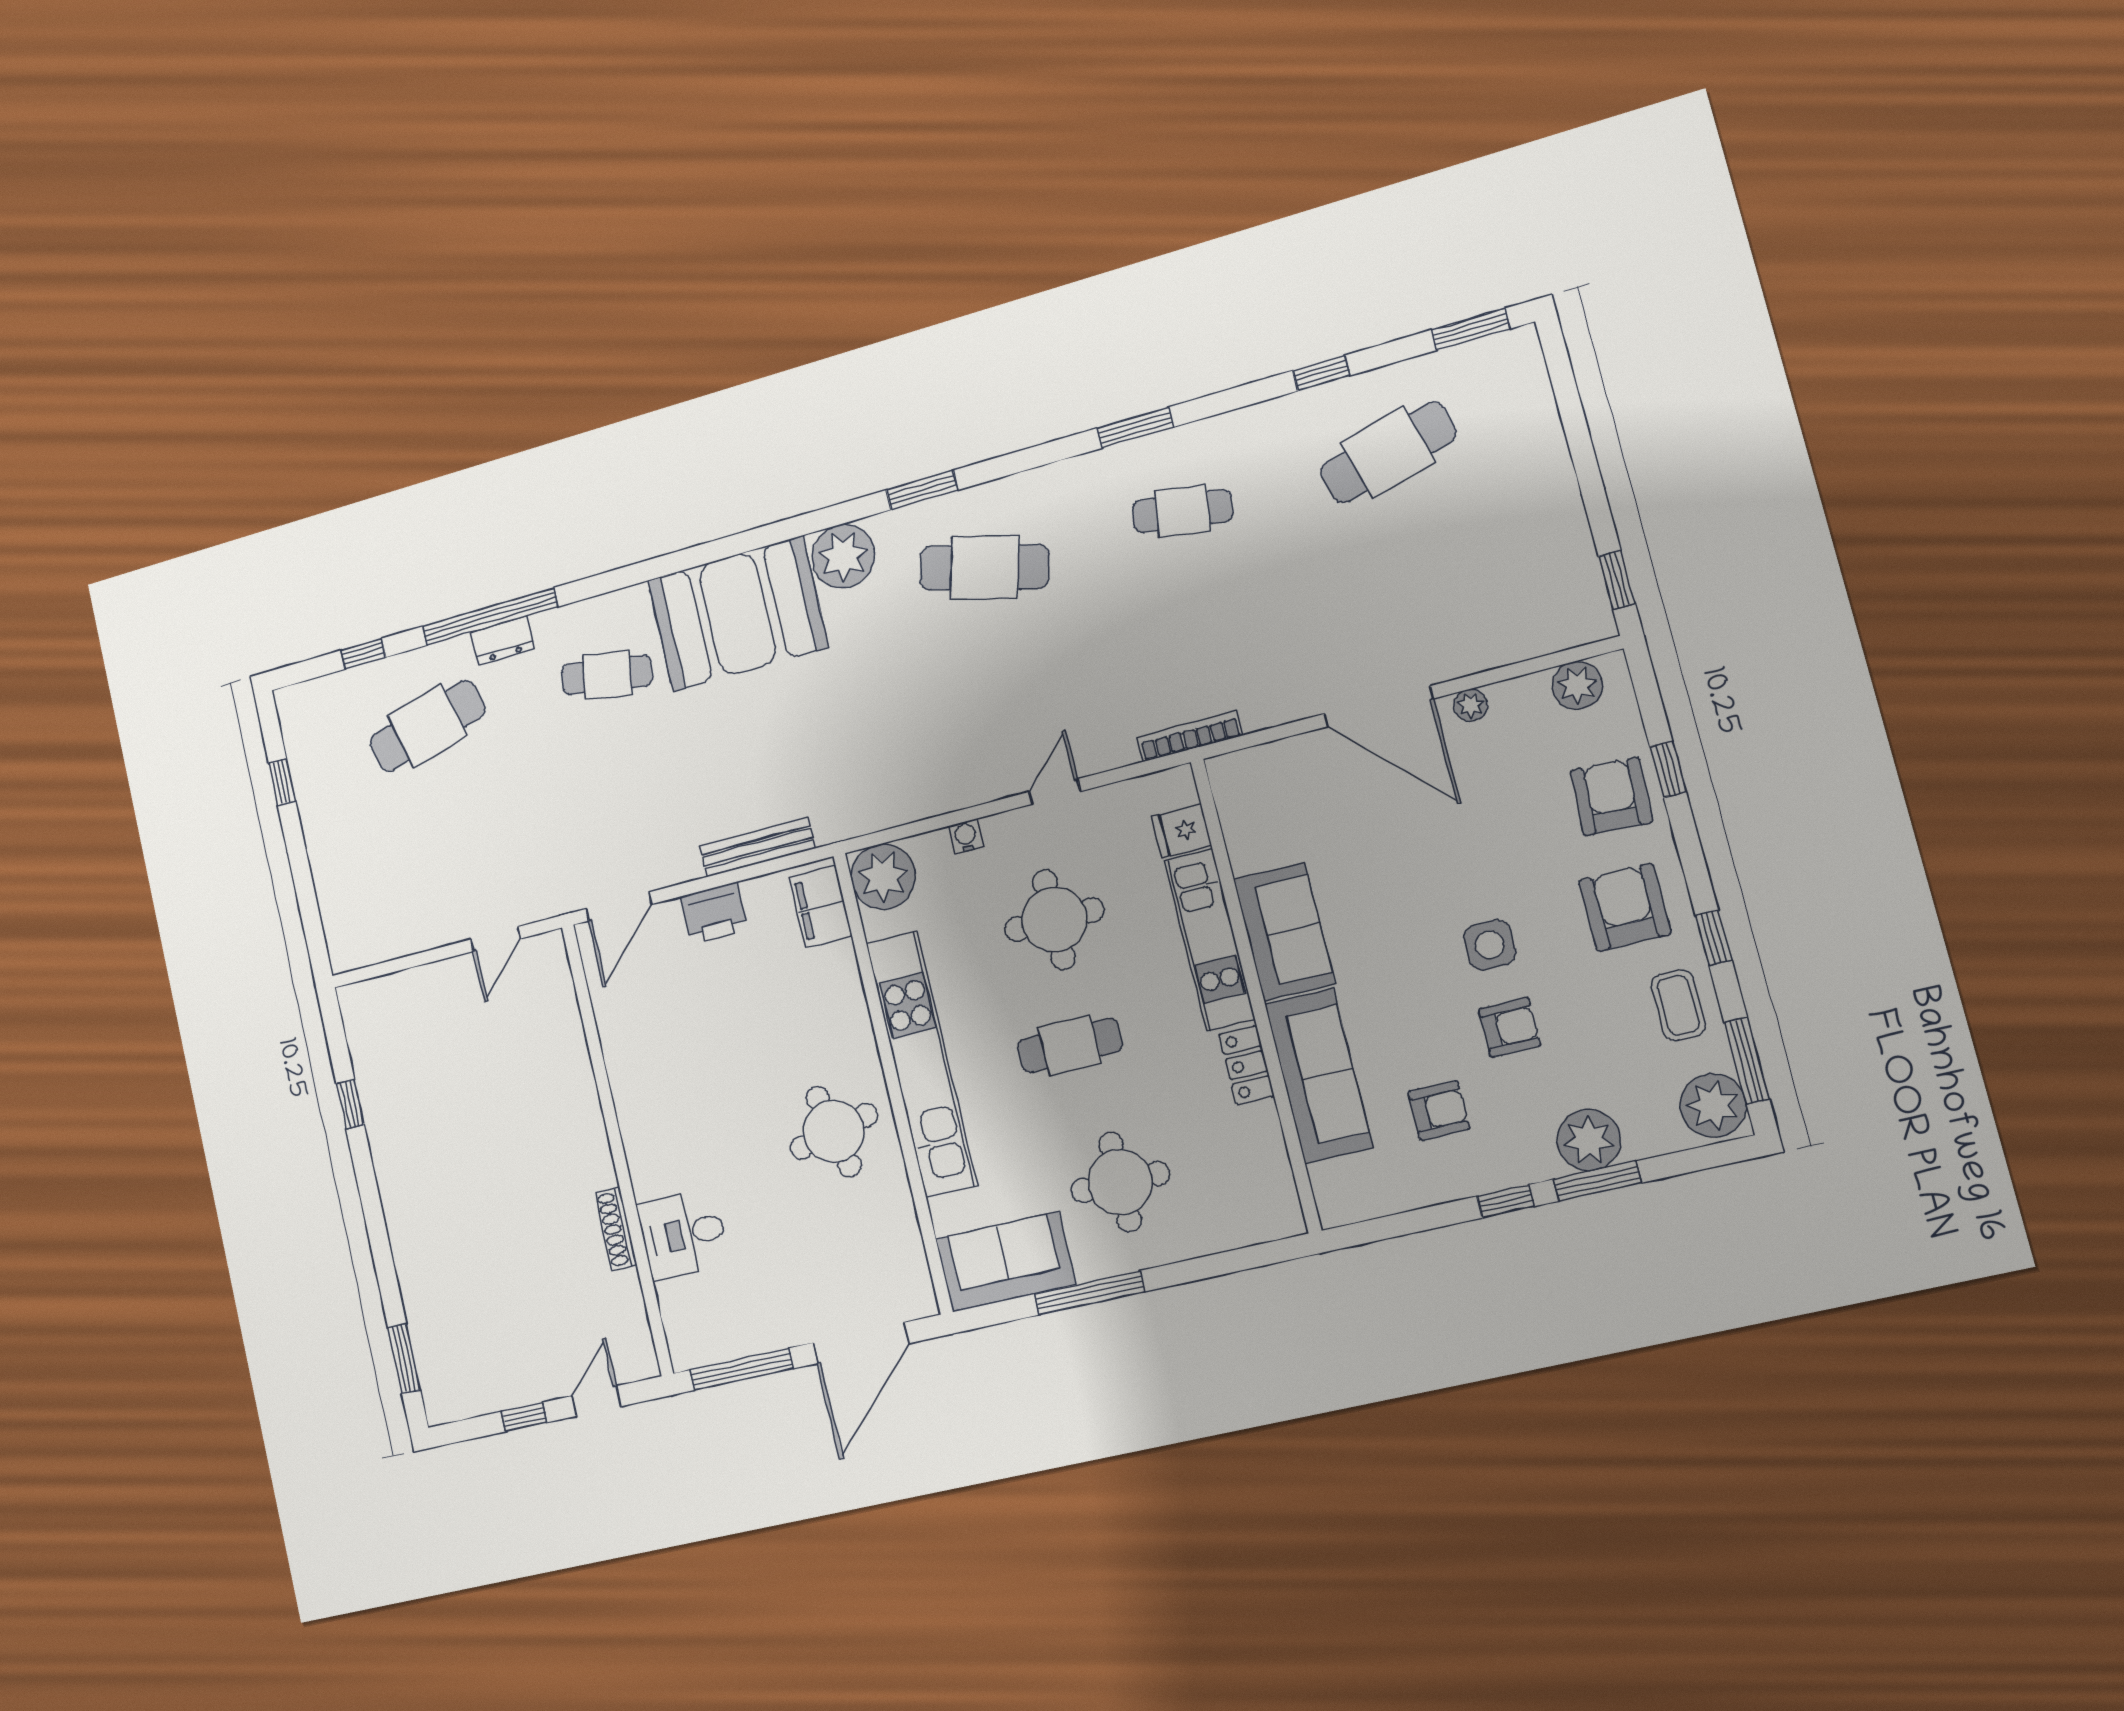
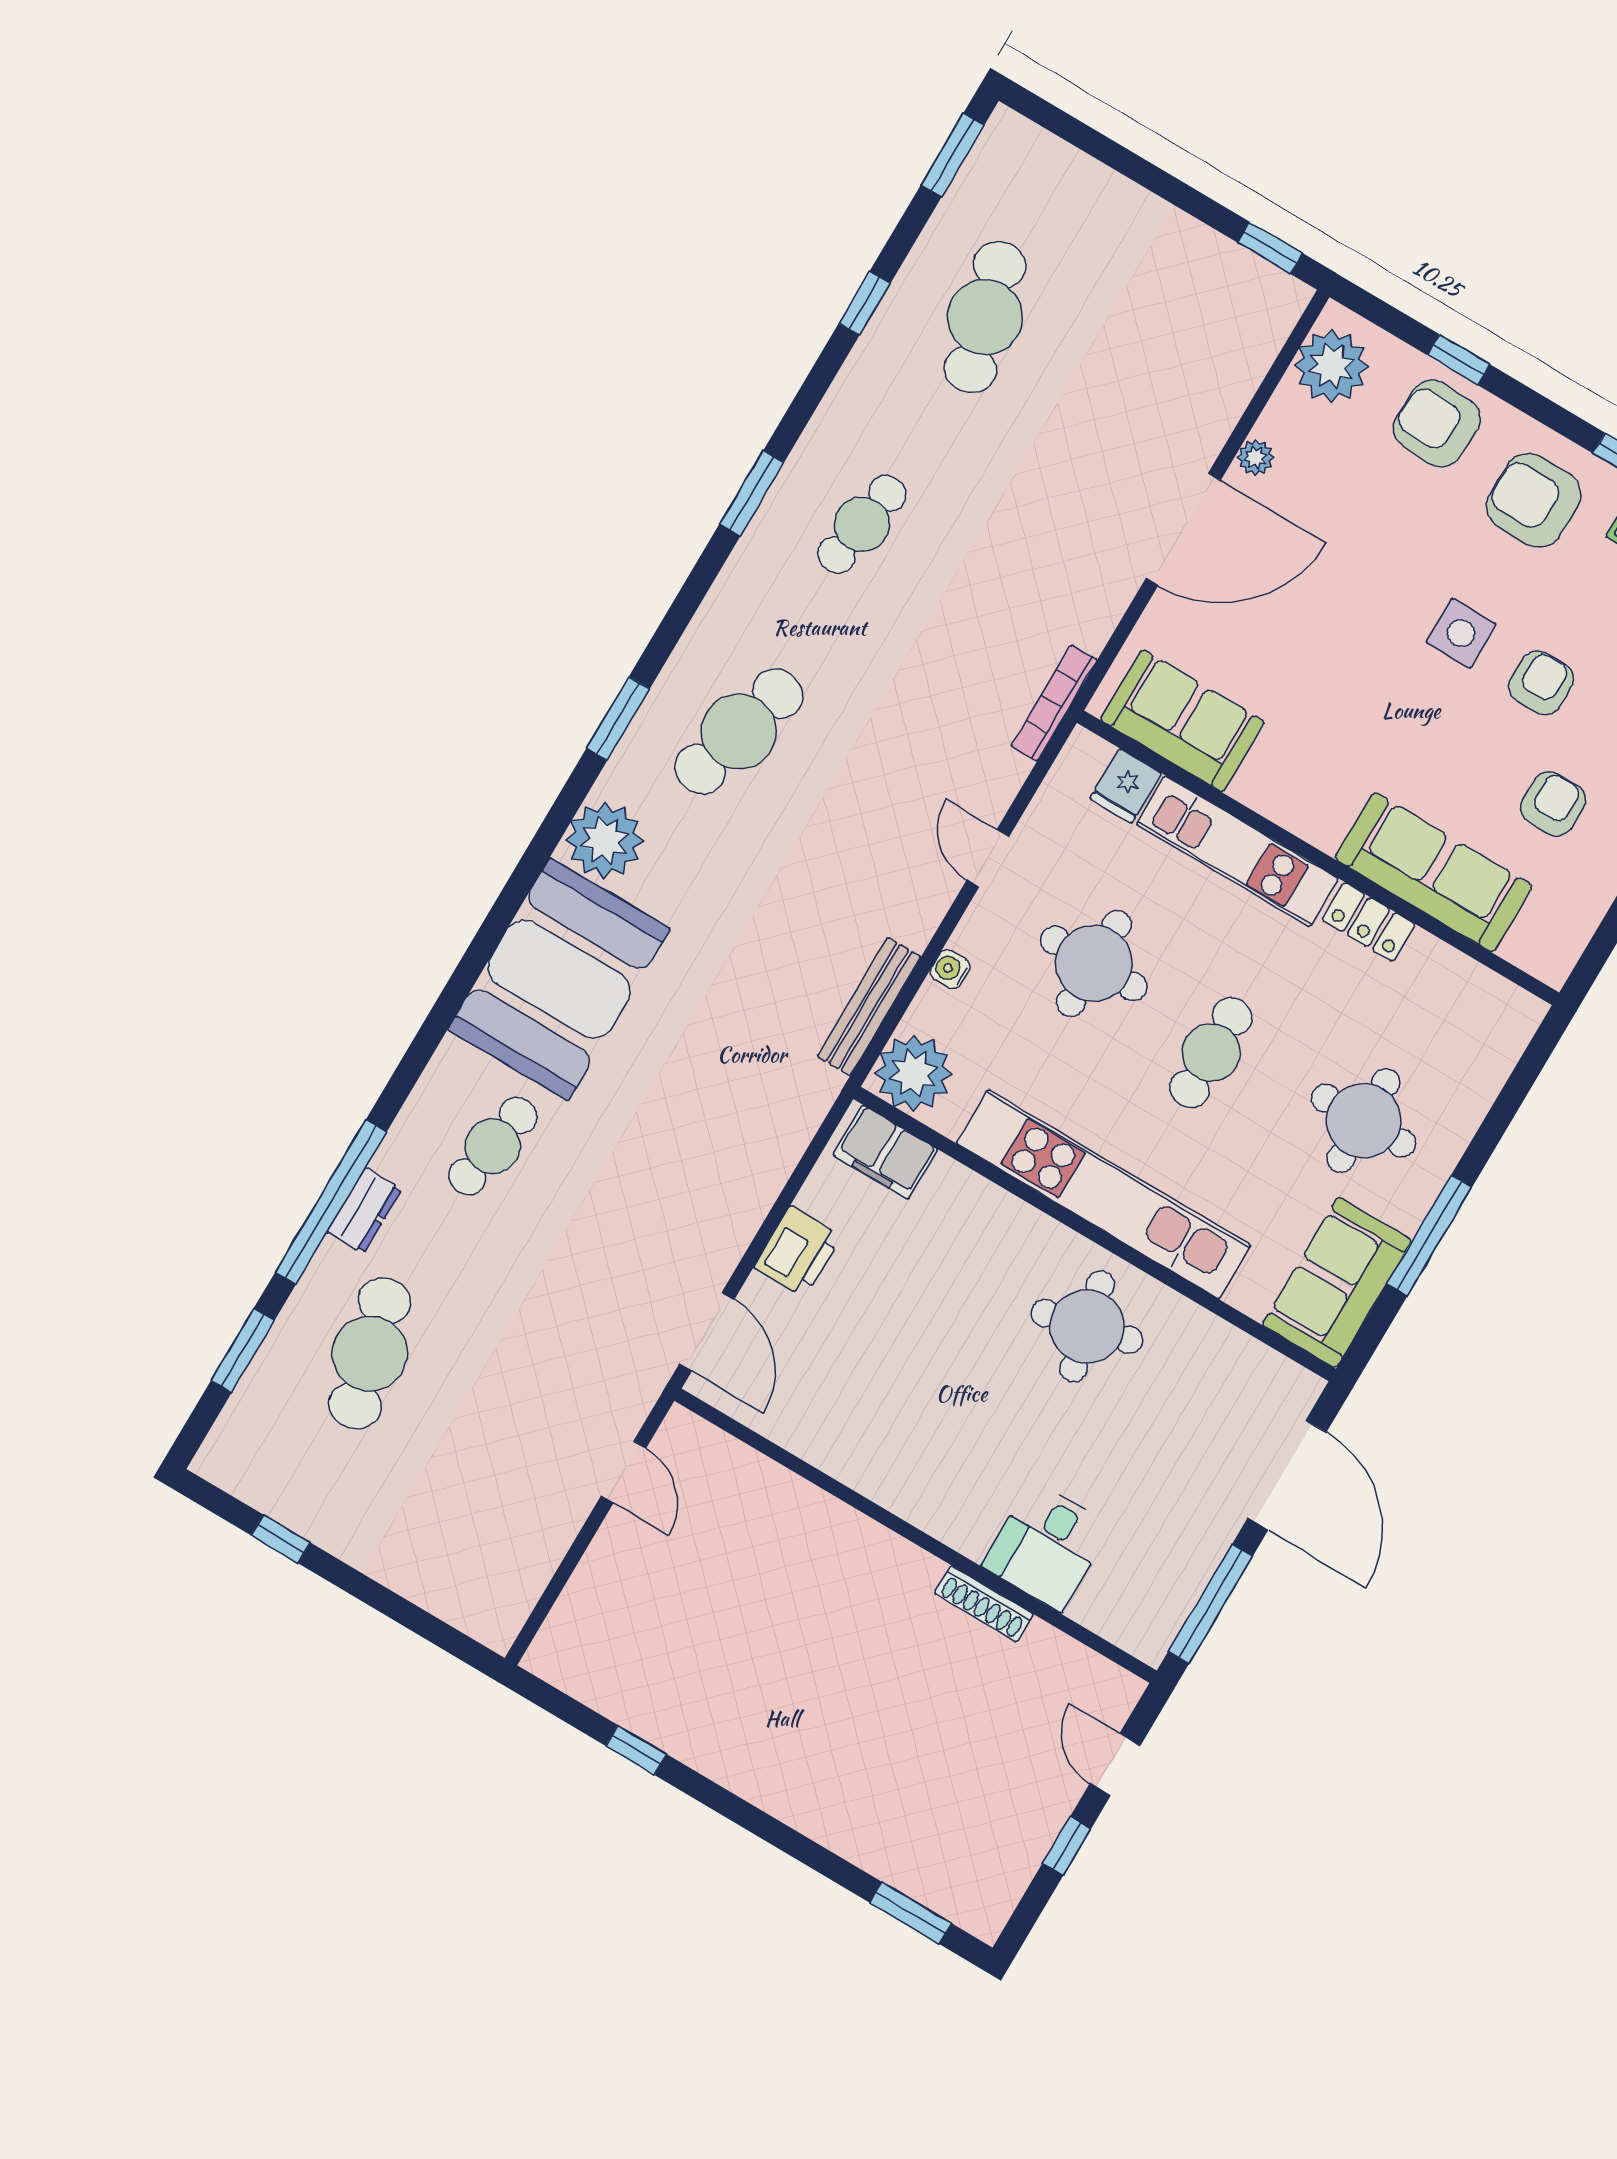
window: (363, 654) -> (243, 1351), width x1.50
plant: (1577, 685) -> (1331, 366), width x1.36, depth x1.36
bench: (758, 847) -> (869, 1007), moved
sofa: (1284, 932) -> (1182, 721), moved

